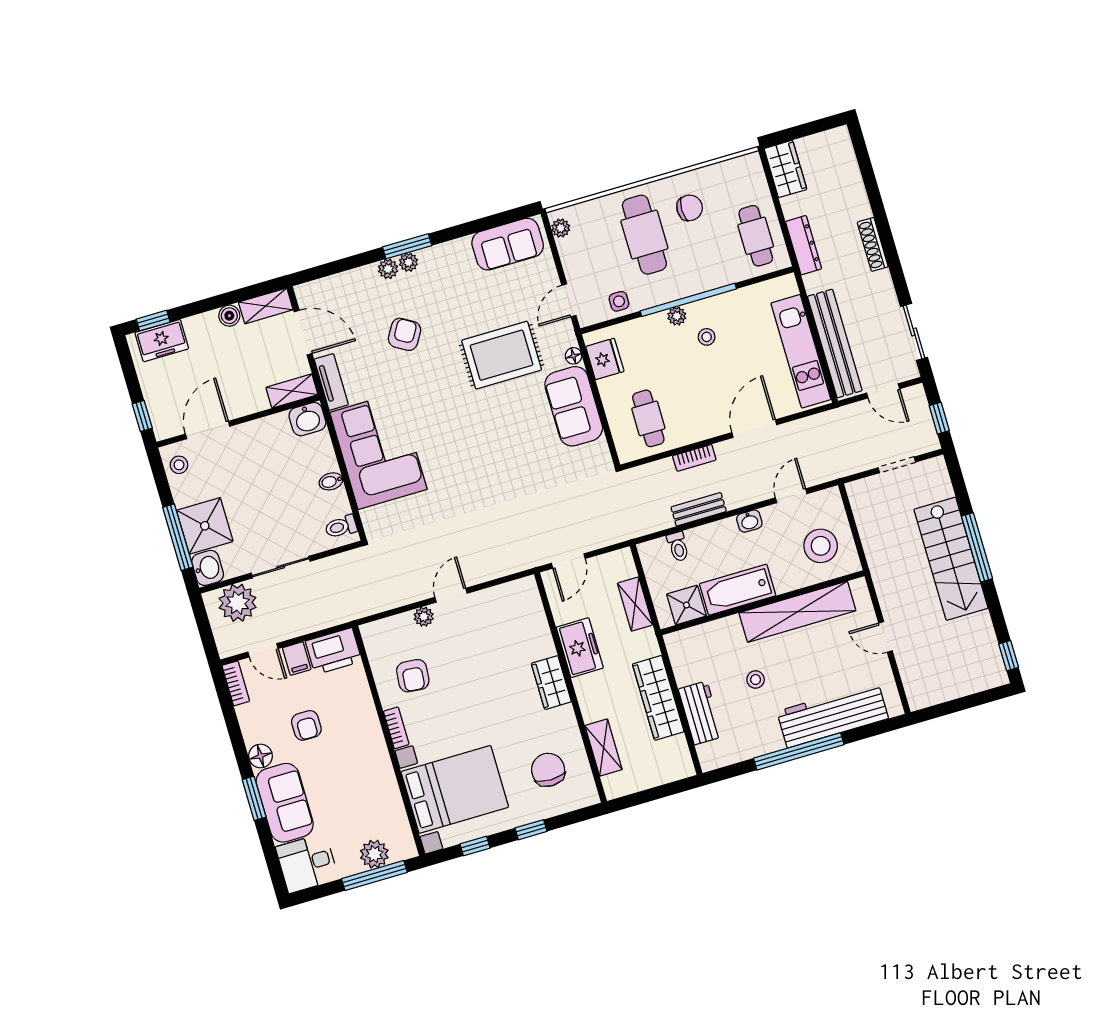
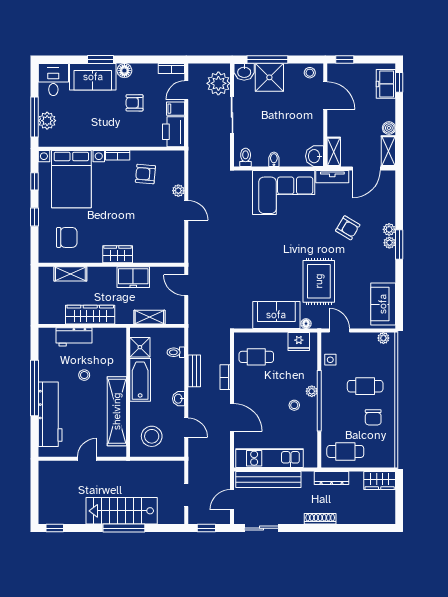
cafe table: (644, 235) -> (365, 386), width x0.73, depth x0.74

